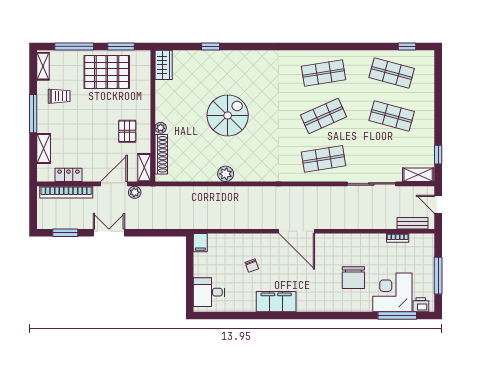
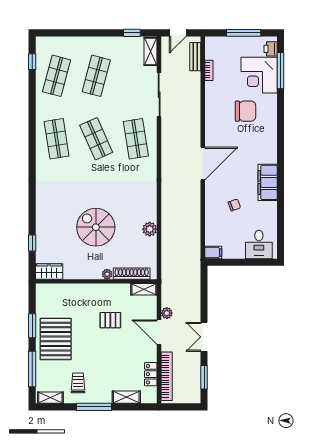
wardrobe: (164, 65) -> (49, 271), moved
wall: (153, 116) -> (96, 281), moved
plant: (161, 128) -> (107, 274), moved
shoe rack: (161, 154) -> (132, 274), moved
shelving: (144, 168) -> (144, 289), moved

